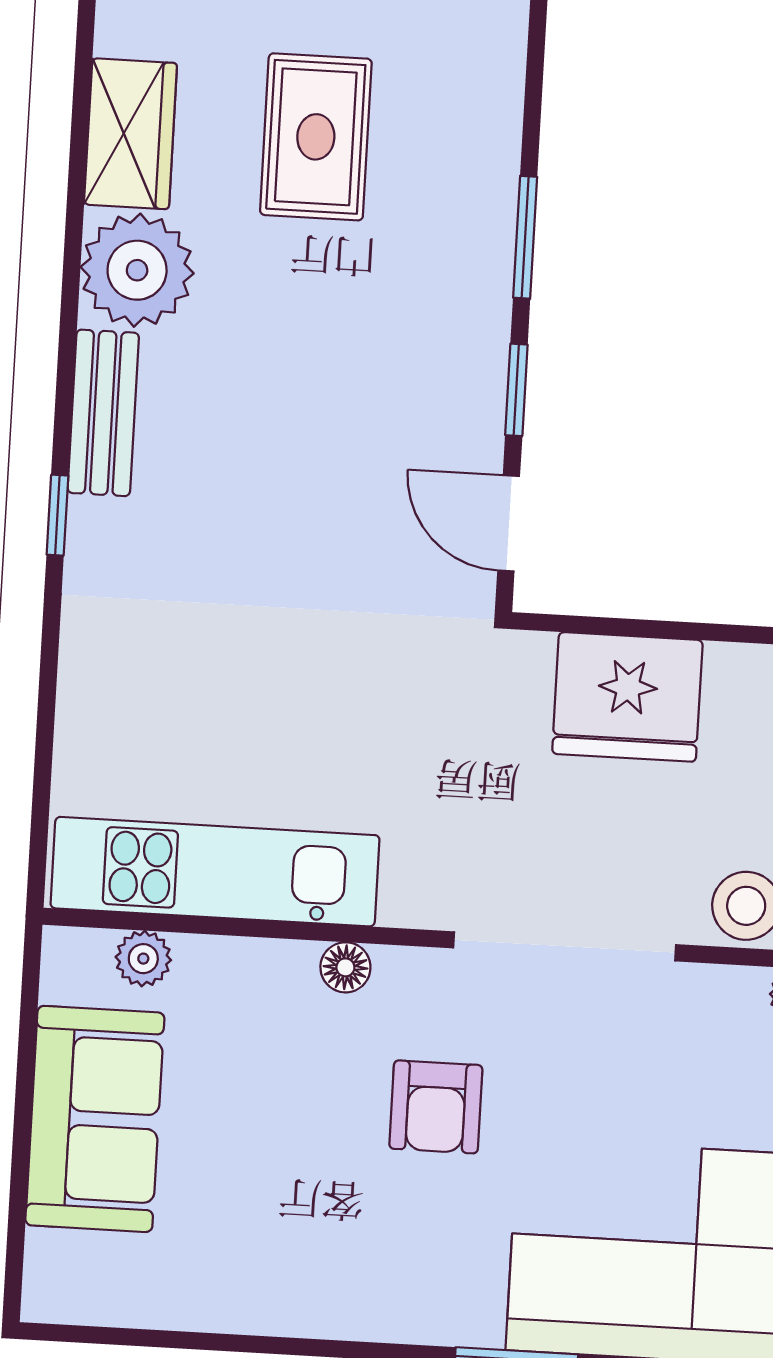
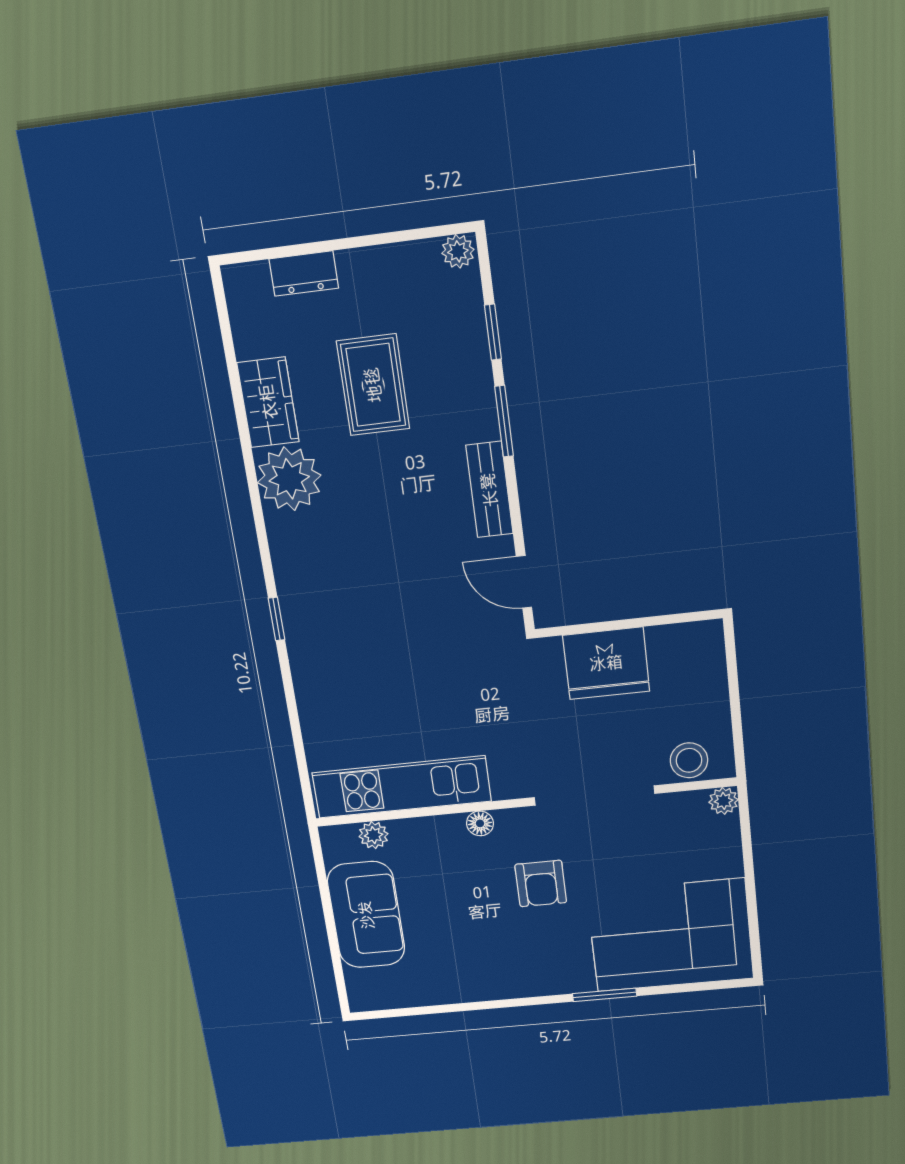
window: (516, 390) -> (493, 332), moved
bench: (103, 413) -> (489, 490), moved

